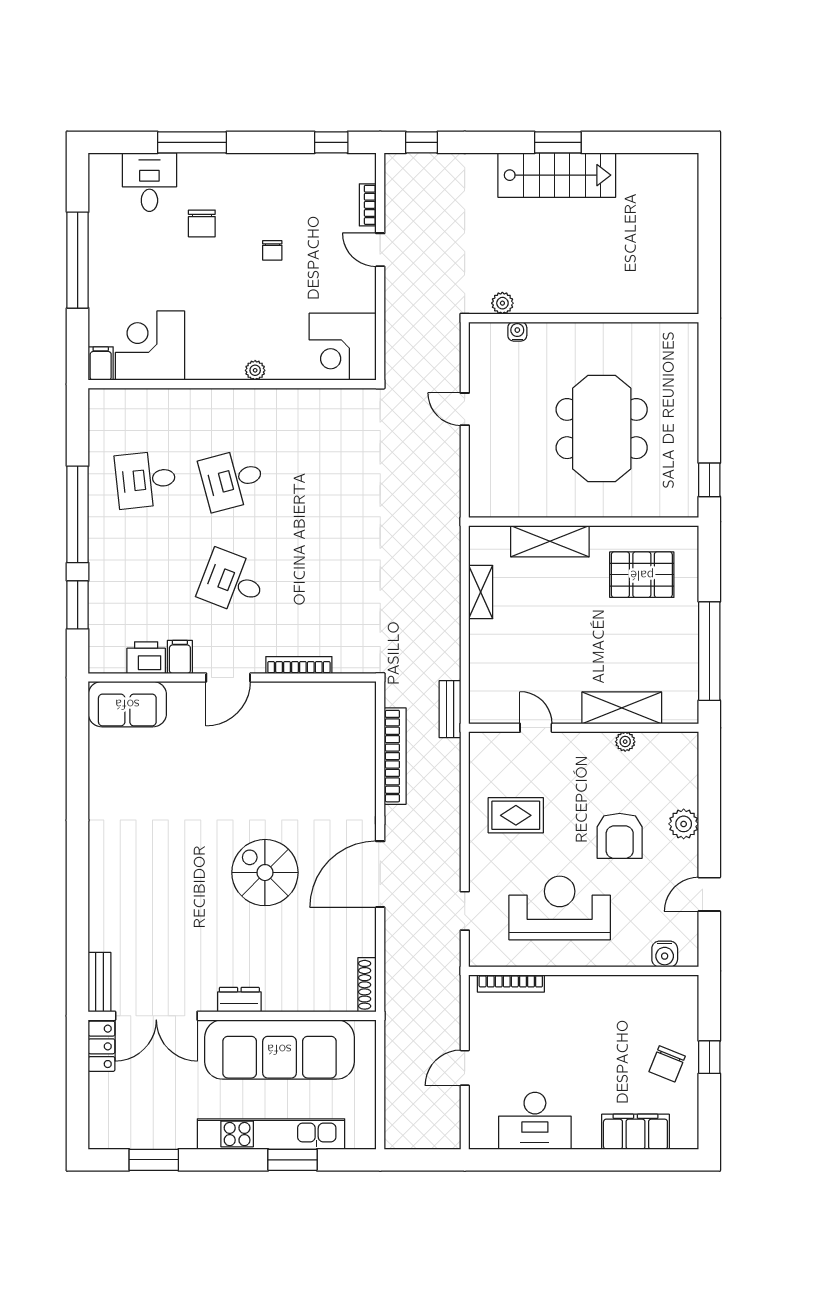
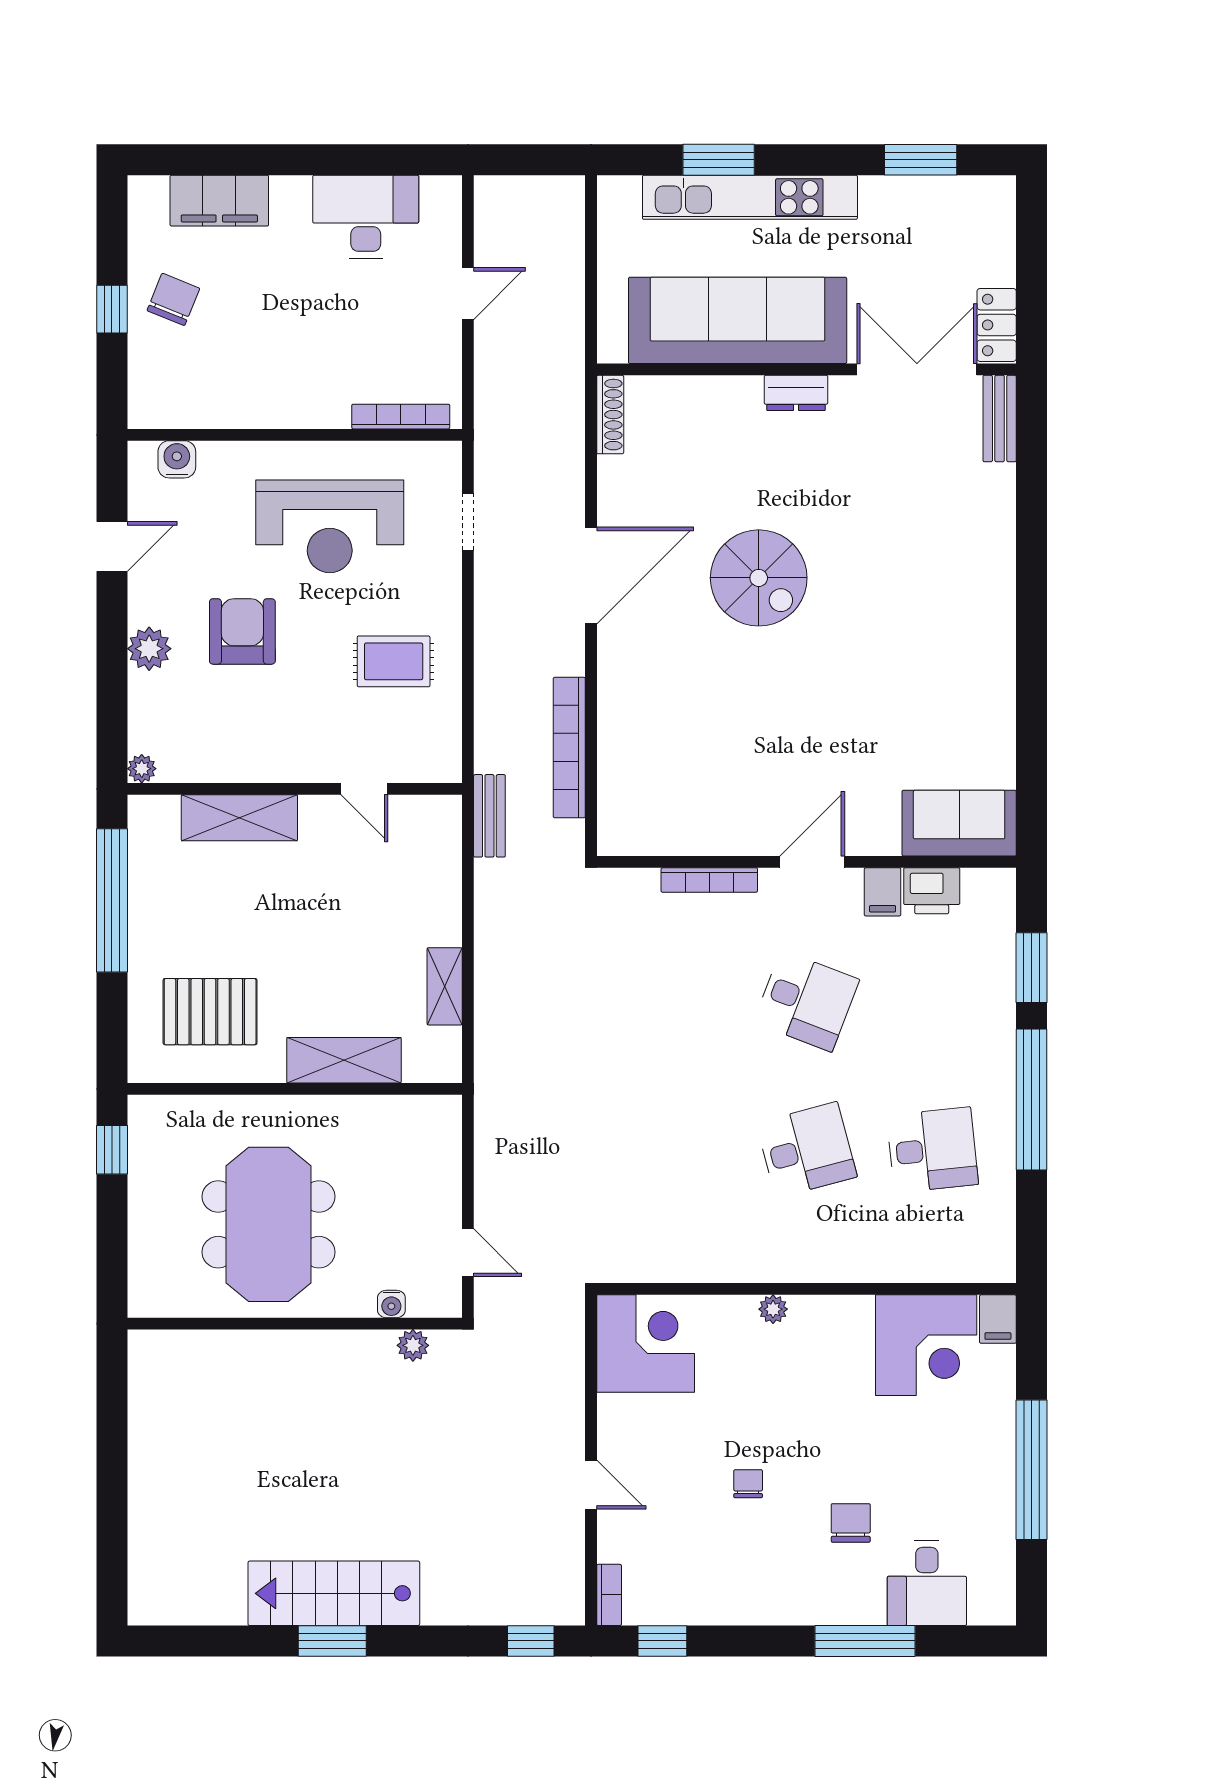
bookcase: (368, 205) -> (609, 1595), moved
plant: (502, 303) -> (413, 1345), moved
wall: (584, 318) -> (295, 1324), moved
water cooler: (517, 332) -> (391, 1304), moved
plant: (625, 742) -> (142, 769), moved

